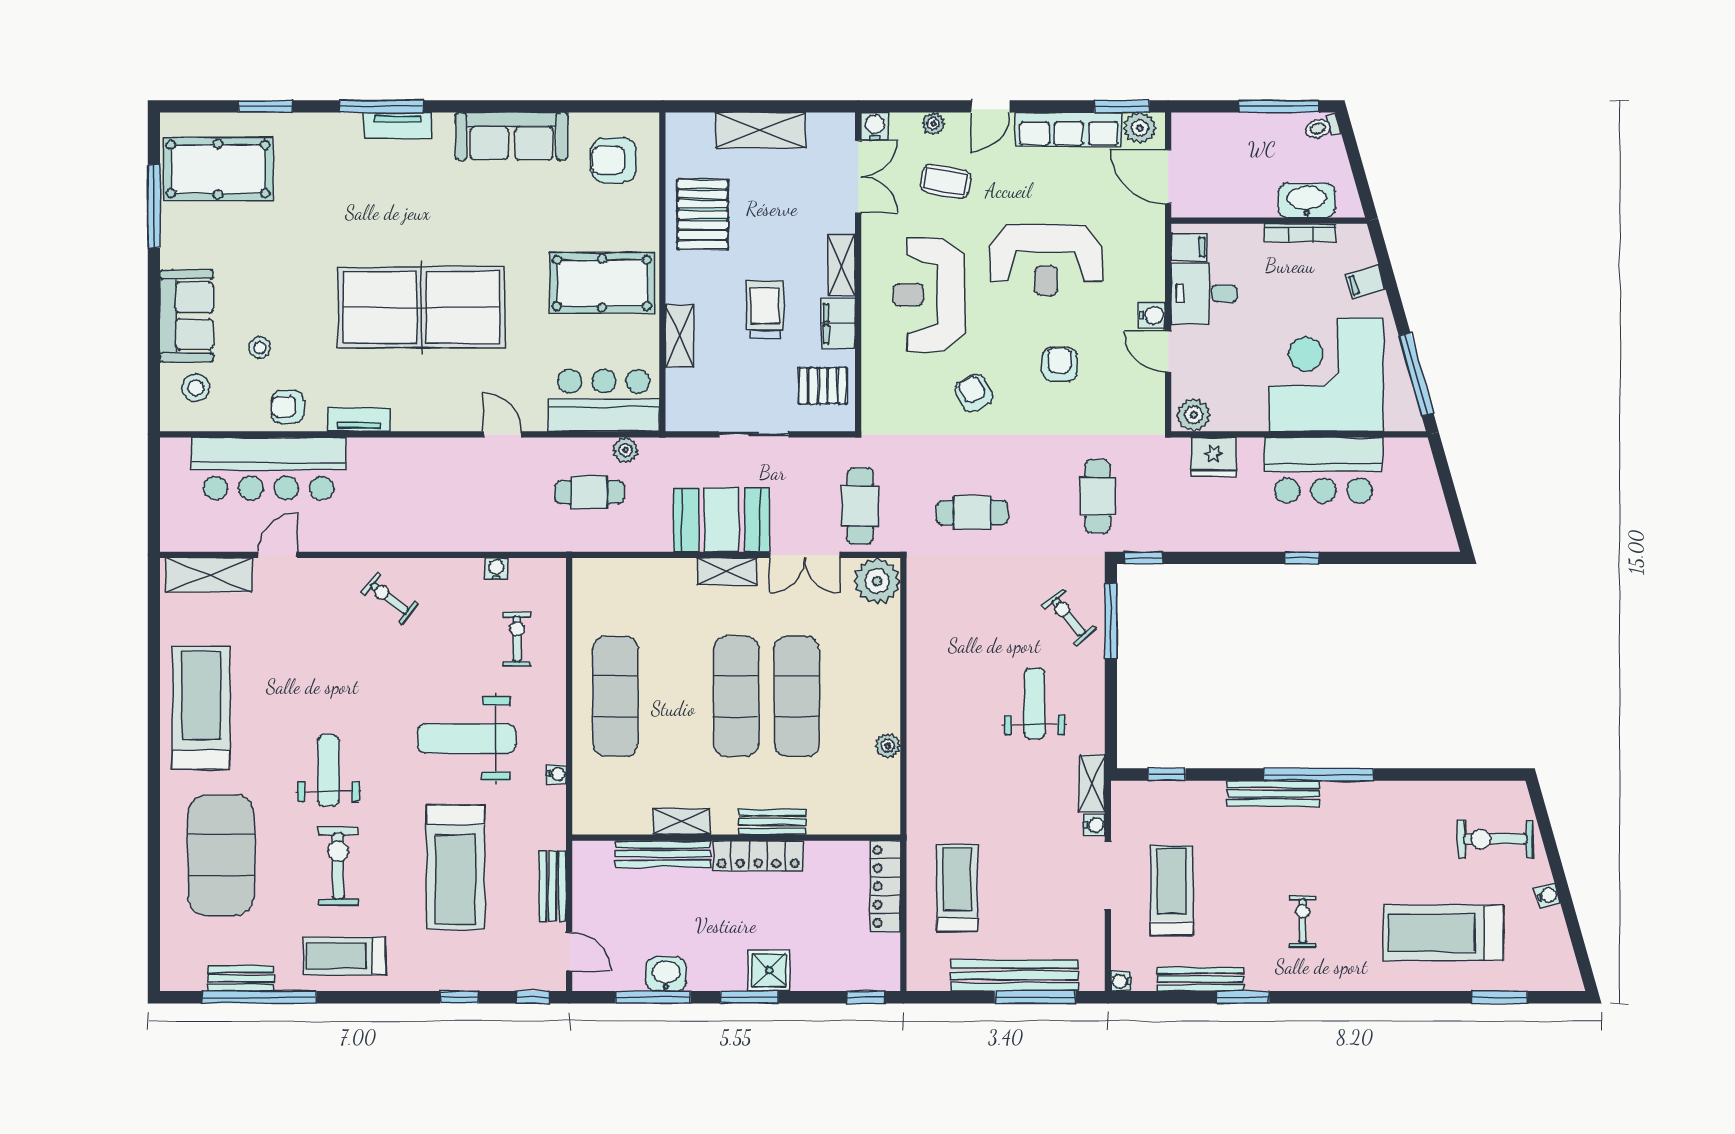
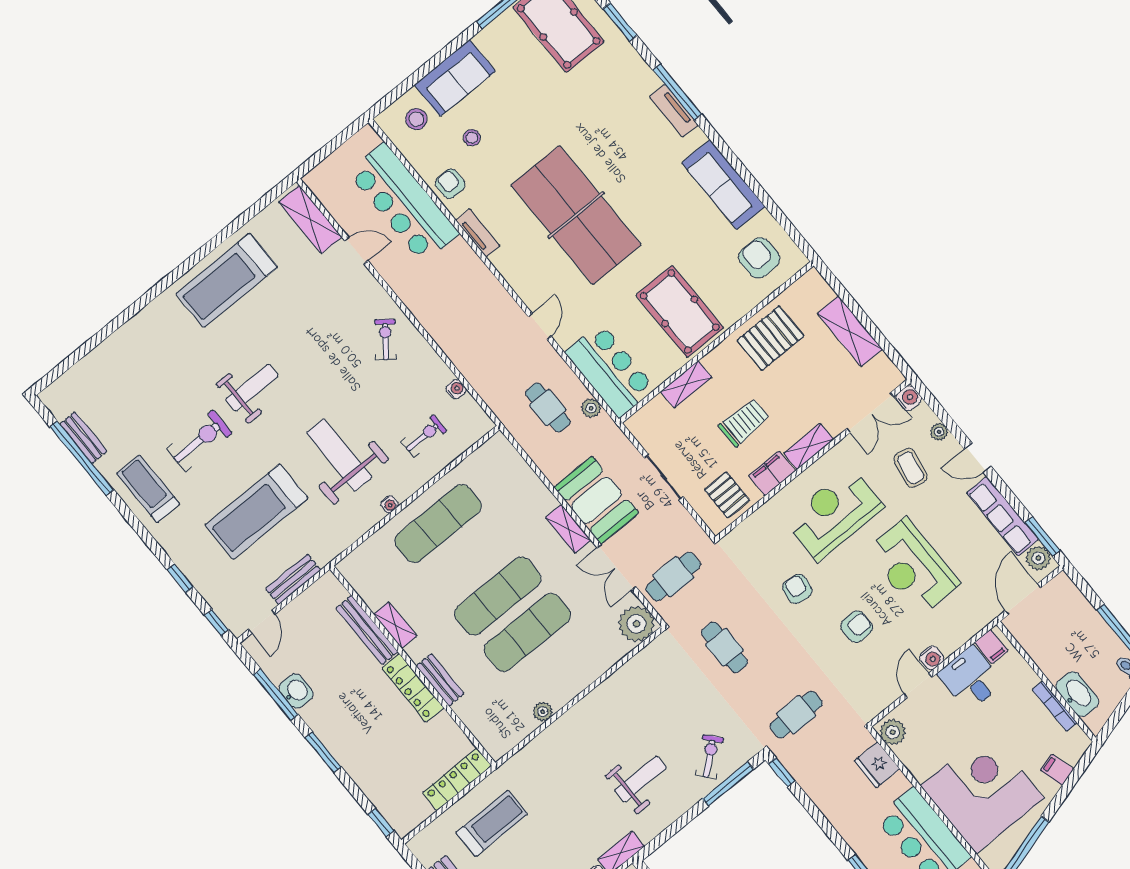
armchair: (974, 393) -> (797, 589), turned -54
treadmill: (201, 708) -> (227, 280), turned 180
water cooler: (557, 774) -> (389, 504), moved
exercise mat: (221, 855) -> (148, 365), removed
shower: (769, 970) -> (349, 751), removed

